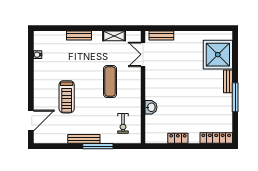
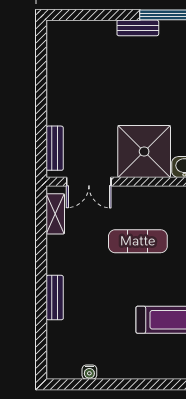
shelving: (114, 36) -> (55, 214), moved
shower: (218, 55) -> (144, 151), moved

